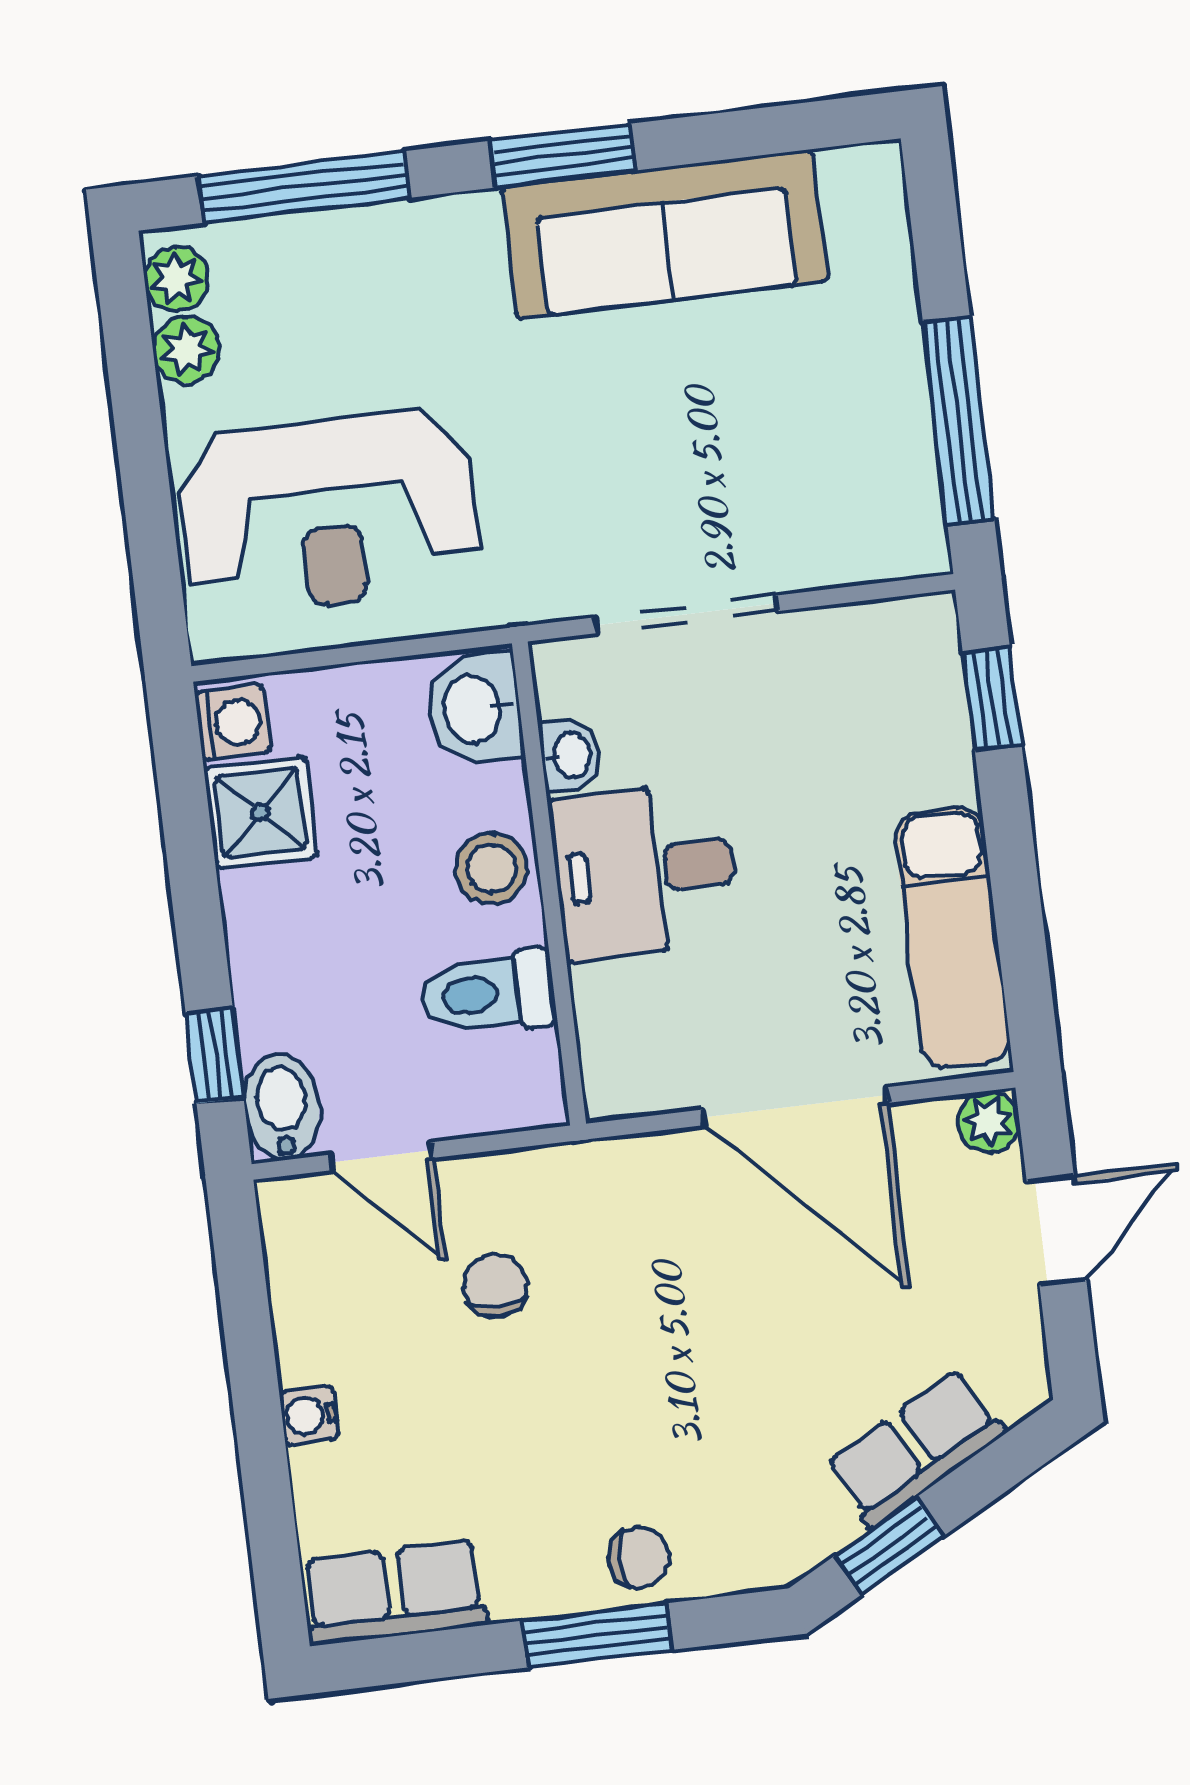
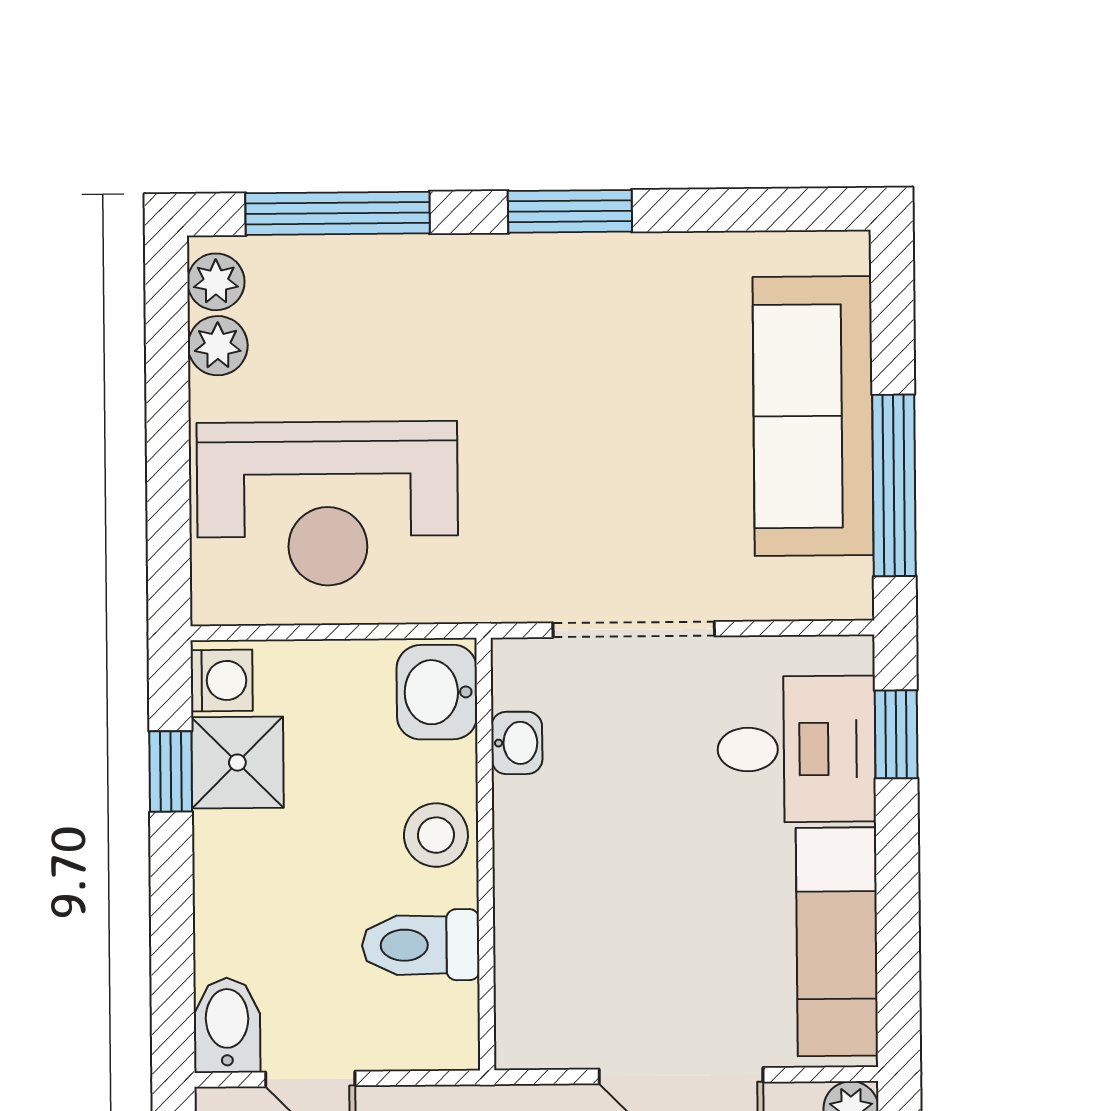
sofa: (665, 234) -> (813, 416), moved, turned 90
desk: (644, 871) -> (797, 749), moved, turned 180
window: (215, 1056) -> (171, 771), moved

